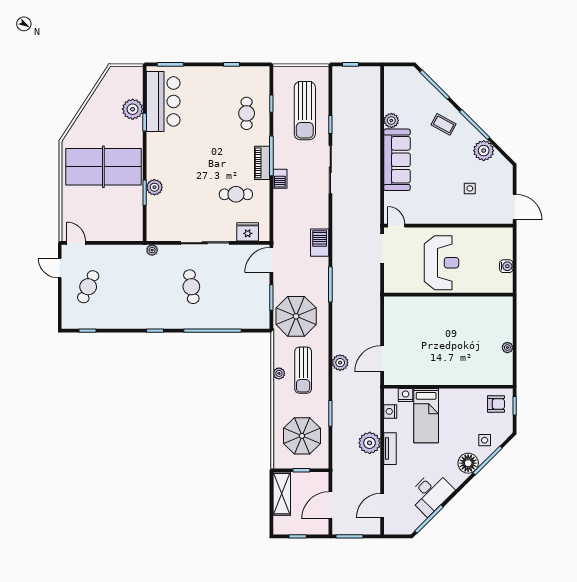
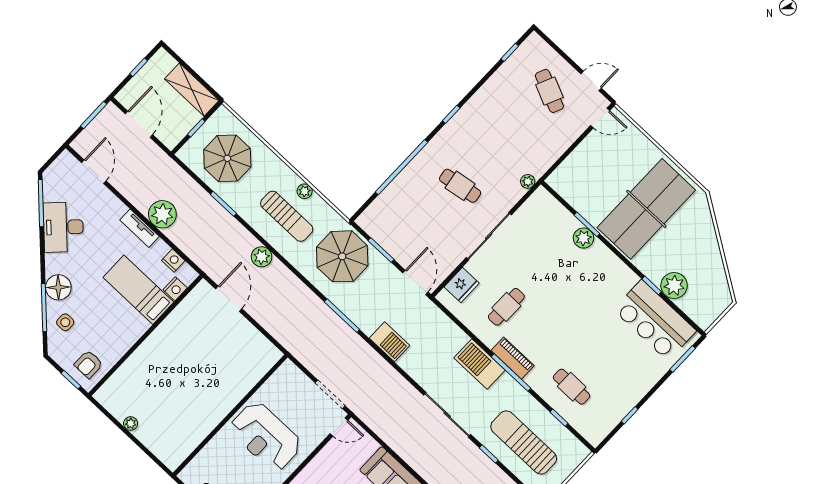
barbecue: (280, 179) -> (479, 364), width x1.88, depth x1.53
sun lounger: (303, 370) -> (287, 216), turned 180

